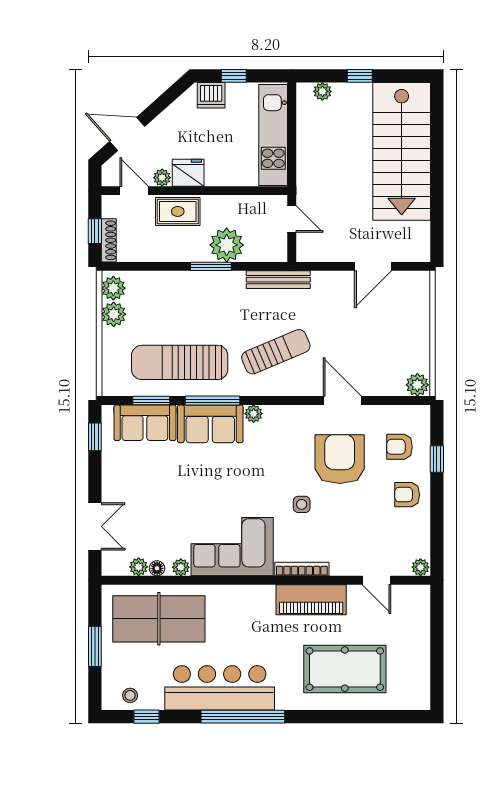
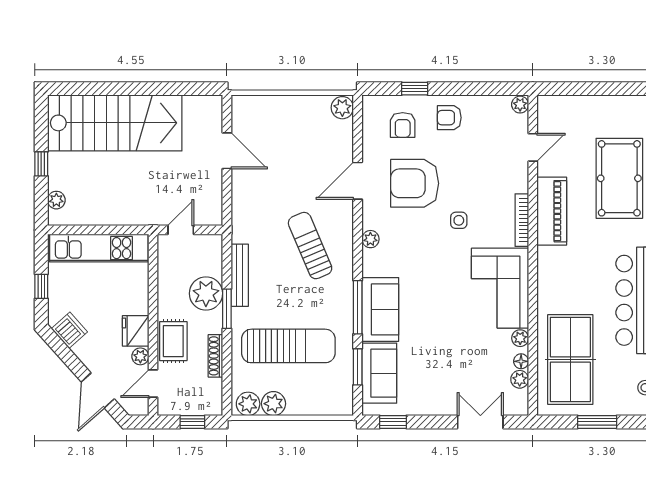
dishwasher: (211, 95) -> (69, 330), moved, turned -42
shoe rack: (109, 240) -> (215, 356), moved, turned -90
bench: (278, 280) -> (240, 275), moved
sun lounger: (180, 362) -> (288, 346), moved, turned -90
plant: (254, 414) -> (370, 239), moved
armchair: (407, 495) -> (449, 118), turned 90

